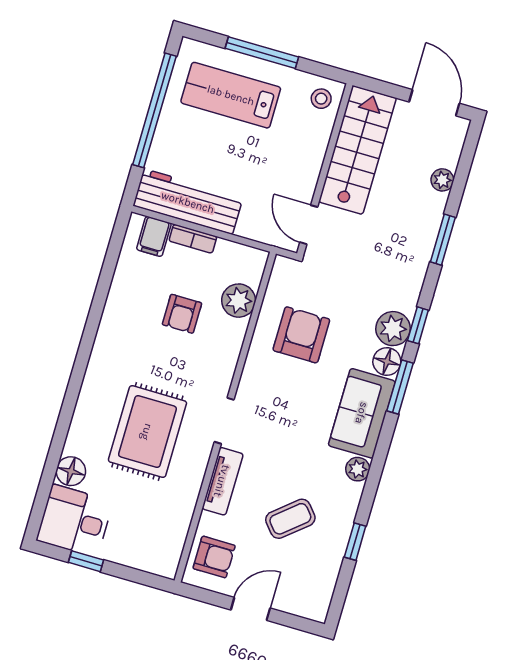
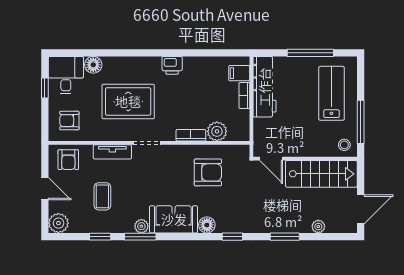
window: (262, 53) -> (361, 122), moved
window: (154, 110) -> (310, 53), width x0.68
door: (309, 225) -> (271, 159), swing flipped
armchair: (182, 314) -> (69, 121), moved
plant: (393, 329) -> (58, 223), moved
printer: (109, 342) -> (172, 65), added
bookcase: (233, 345) -> (191, 135), added
window: (400, 387) -> (140, 237), moved
coffee table: (290, 519) -> (102, 196), turned 40

